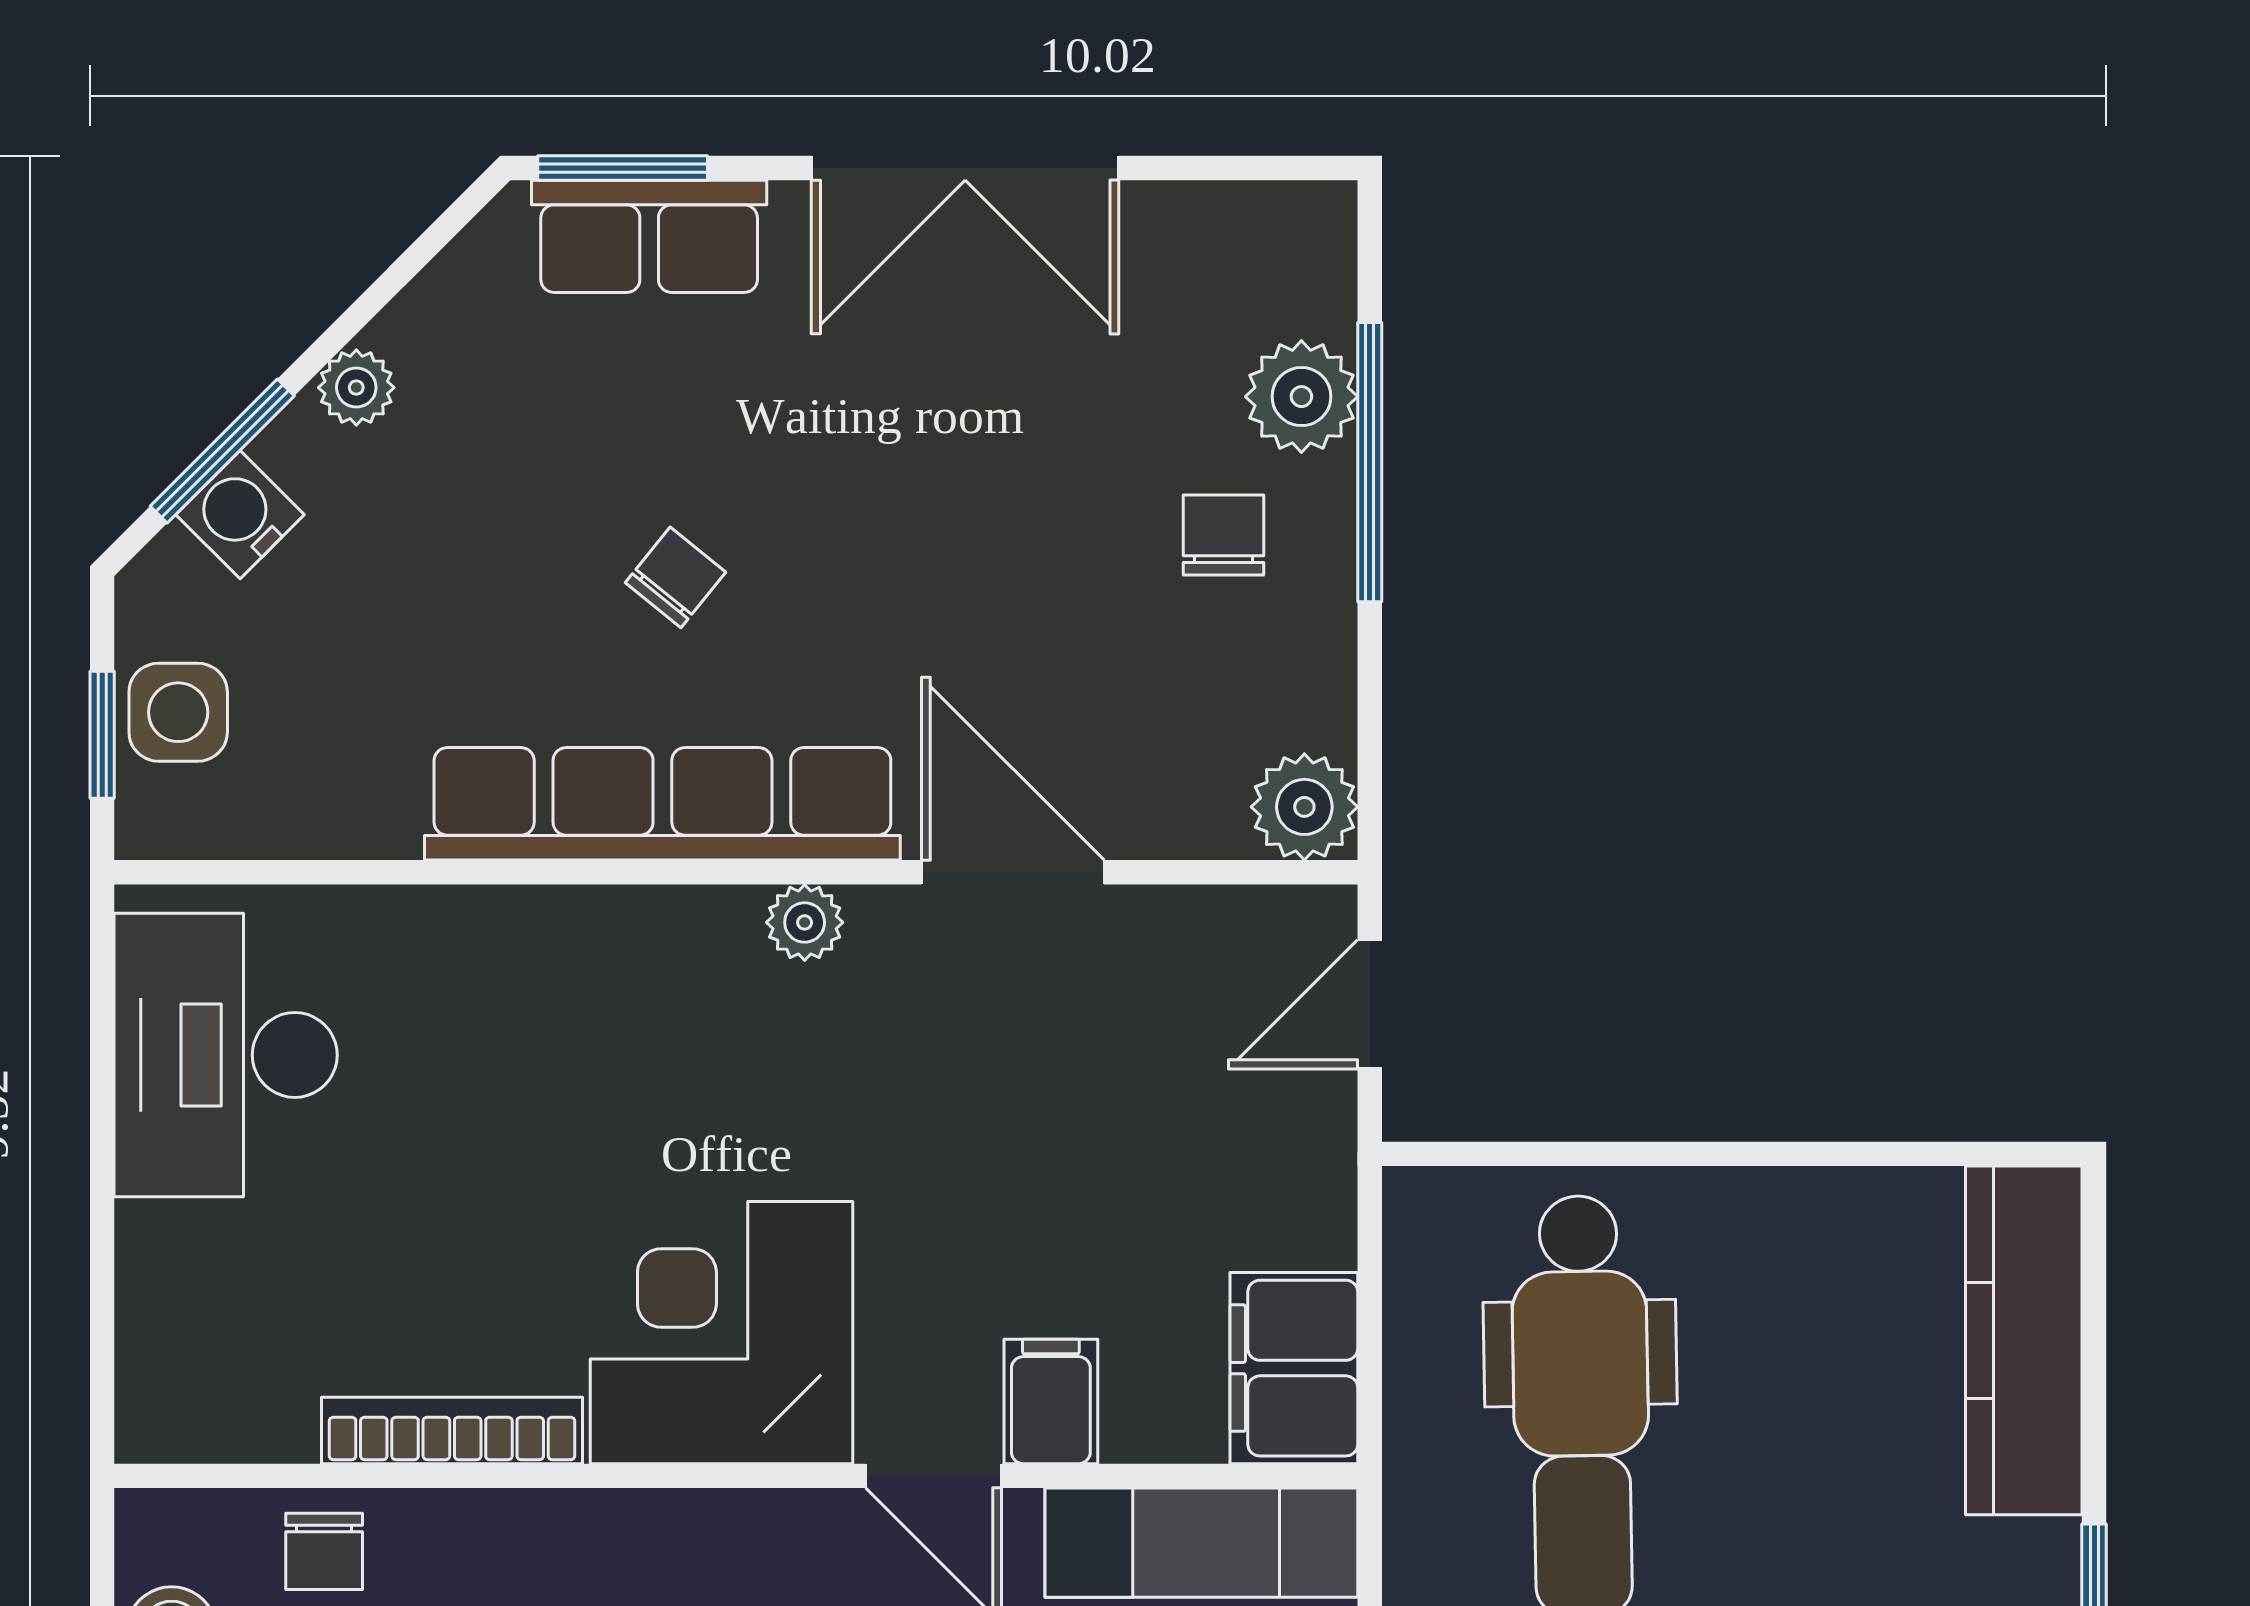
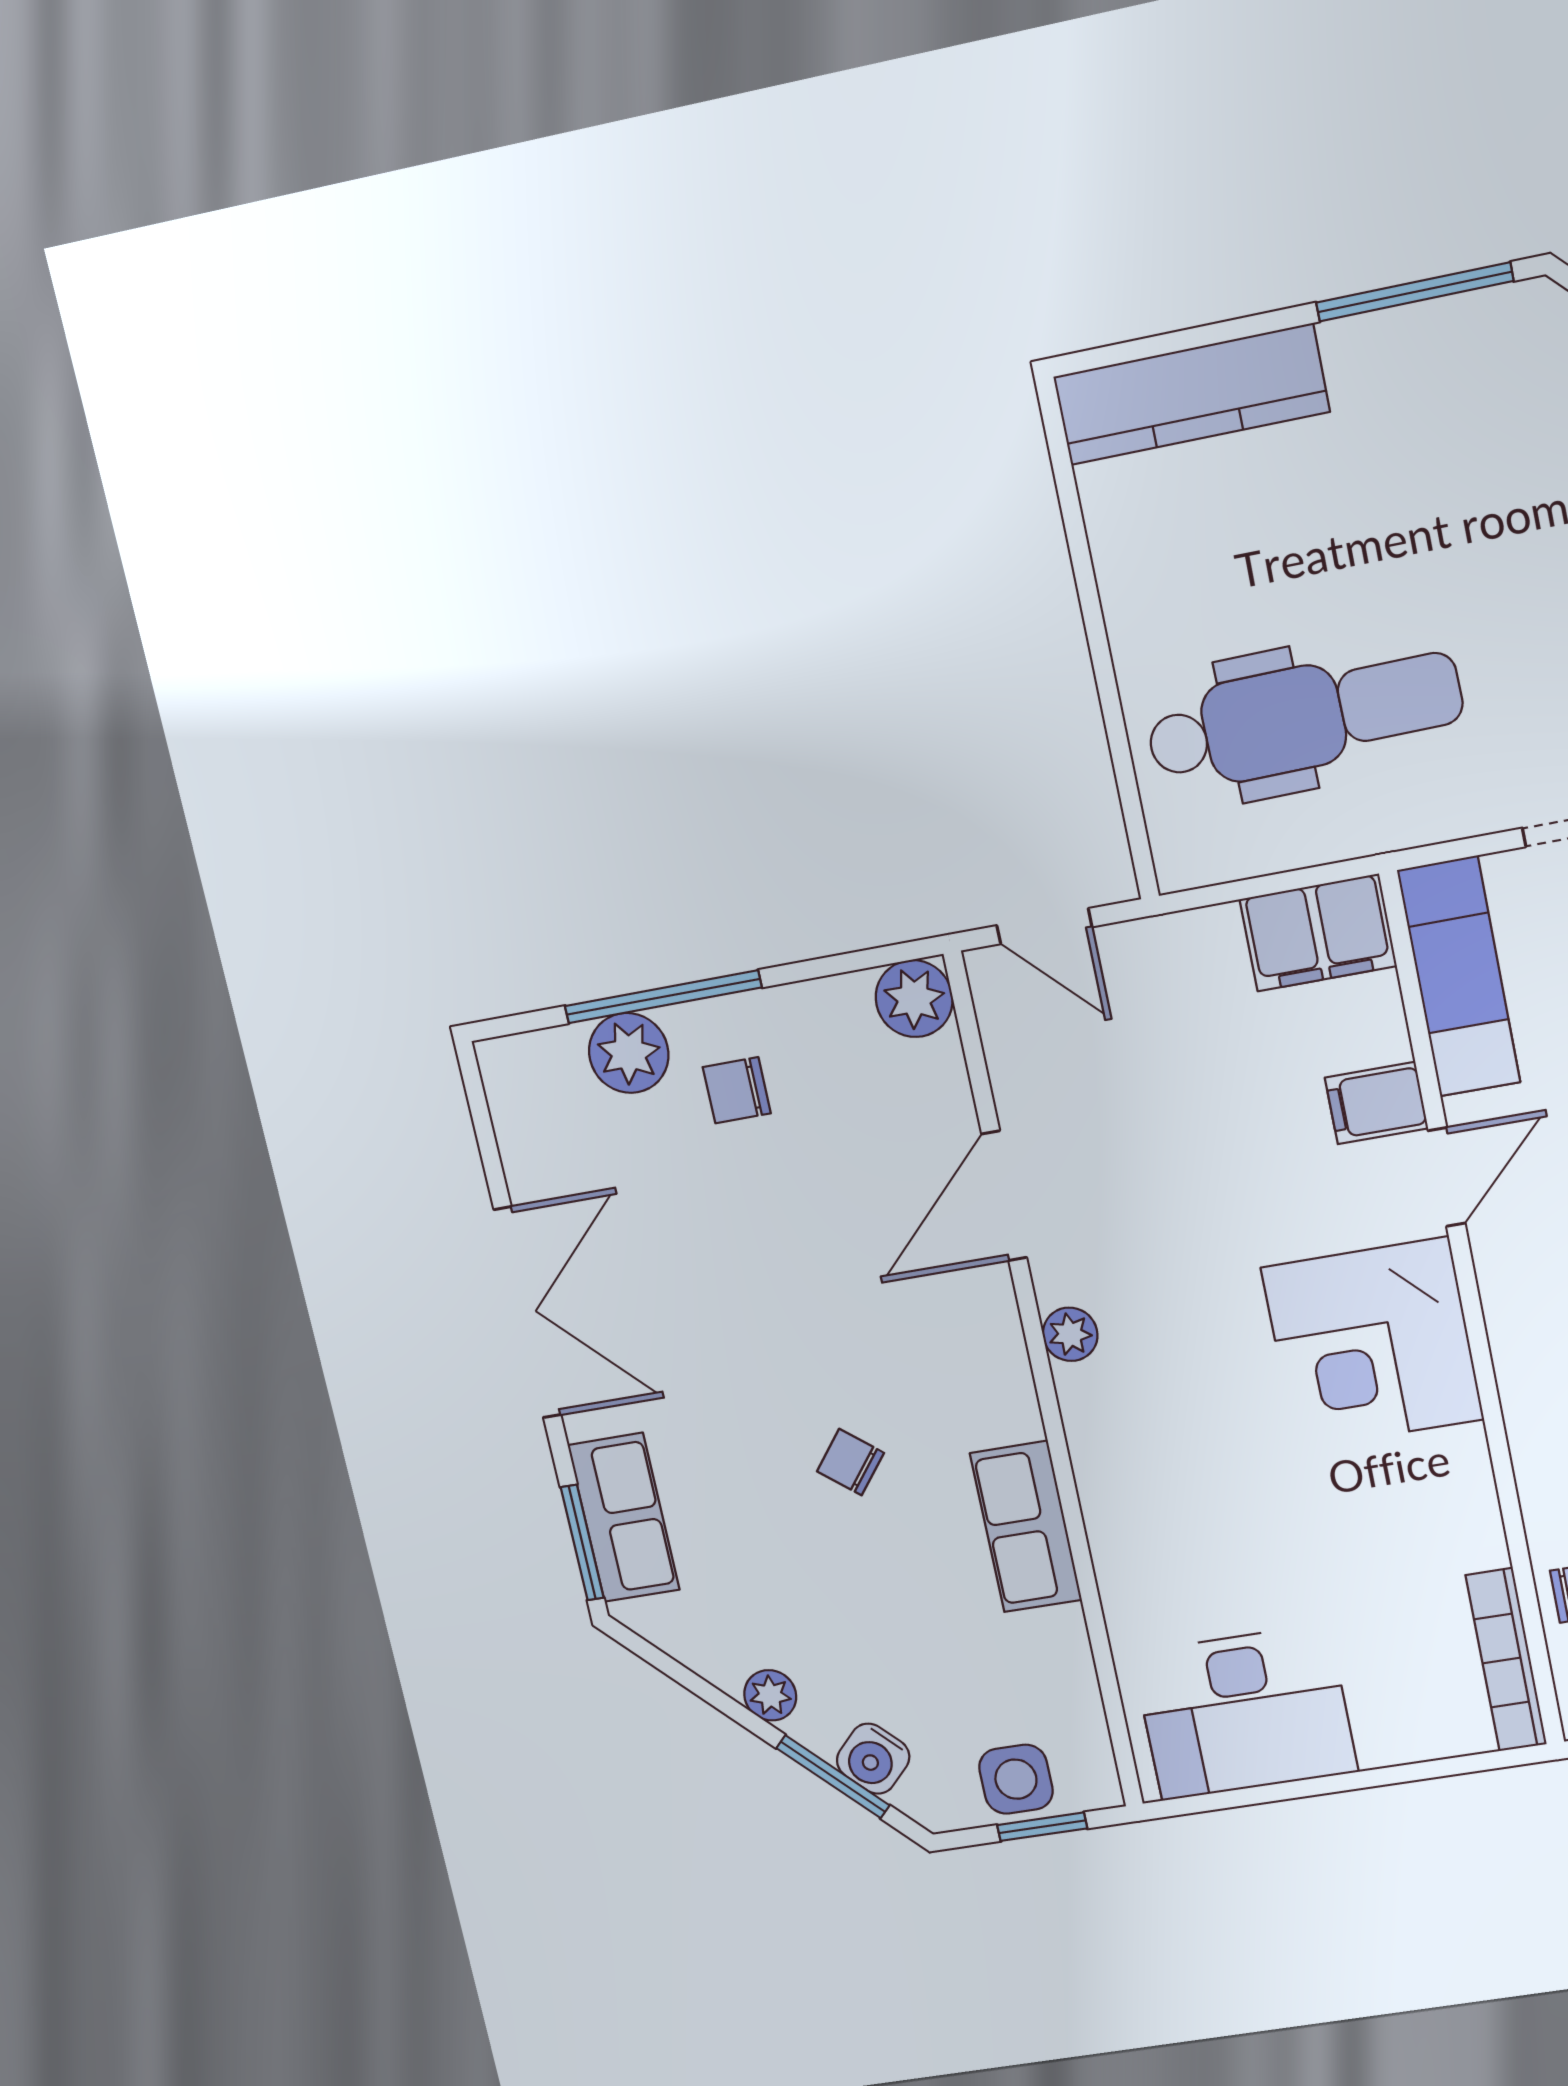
row of seats: (662, 804) -> (1026, 1527), width x0.50
bookcase: (452, 1430) -> (1506, 1660), moved

